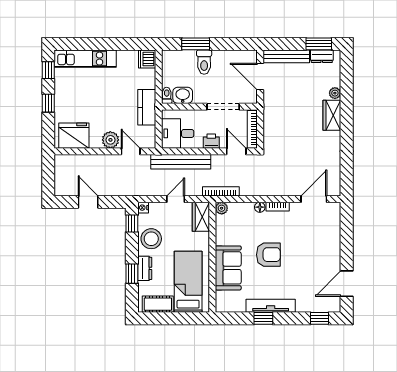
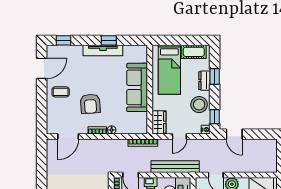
door: (88, 202) -> (234, 134), moved
plant: (222, 208) -> (142, 129), removed
coffee table: (323, 254) -> (61, 92), added
armchair: (268, 255) -> (90, 104), moved, turned -94
sofa: (228, 268) -> (137, 87), width x1.36

